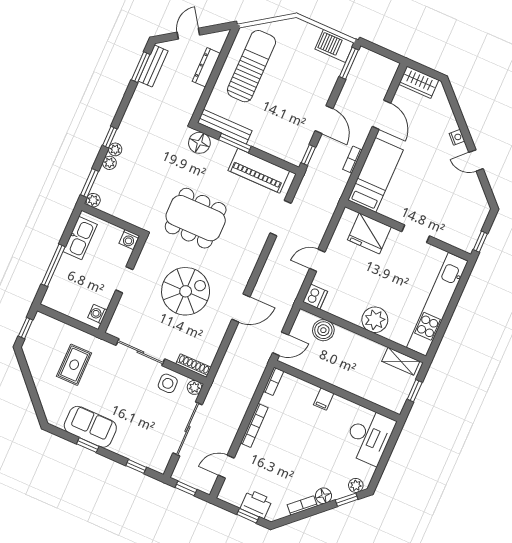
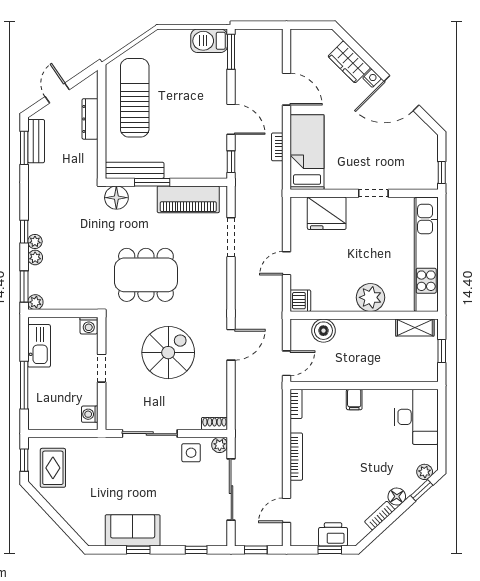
wardrobe: (419, 82) -> (349, 62), moved, turned 45
door: (476, 160) -> (401, 93), width x1.88
rug: (74, 365) -> (53, 468), moved
shoe rack: (193, 366) -> (214, 424), width x0.70

